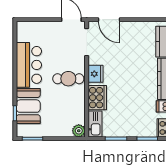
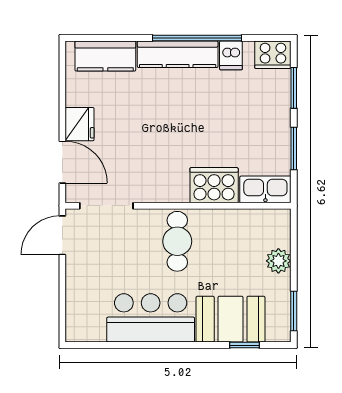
door: (109, 20) -> (62, 162), hinge flipped
fridge: (95, 74) -> (80, 124), moved, turned 90
plant: (79, 131) -> (278, 261), moved

